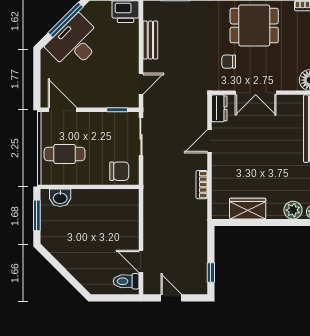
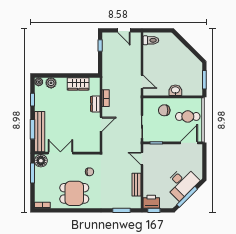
door: (141, 84) -> (142, 159), hinge flipped
double door: (256, 93) -> (60, 153), moved
dresser: (219, 108) -> (95, 104), moved
door: (62, 110) -> (189, 143), swing flipped
chair: (119, 171) -> (164, 110), moved
washbasin: (60, 198) -> (175, 90), moved
door: (141, 261) -> (142, 82), moved

